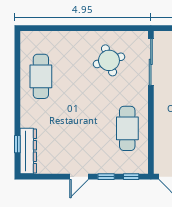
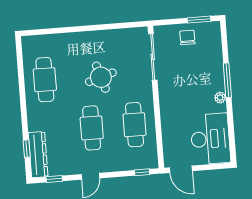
round table: (109, 60) -> (101, 77), moved
cafe table: (84, 128) -> (92, 128), added
window: (106, 177) -> (54, 179), moved

